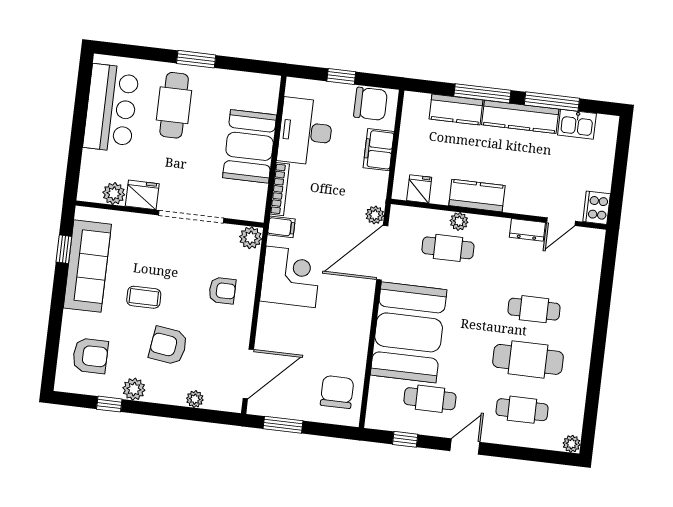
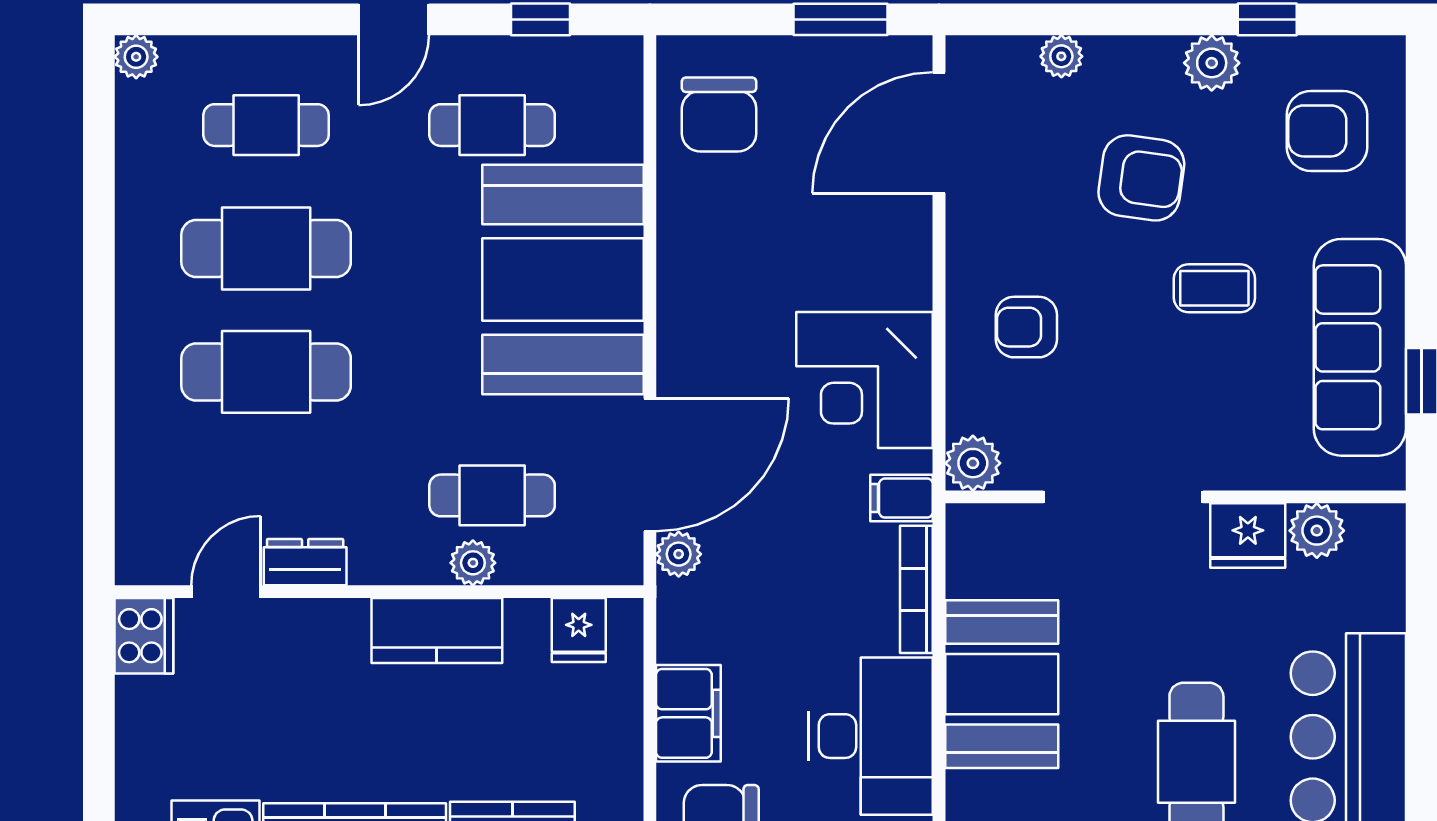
cafe table: (534, 309) -> (266, 372), width x1.37, depth x1.35

